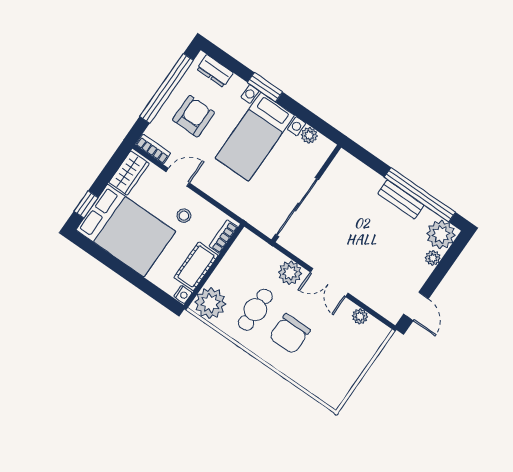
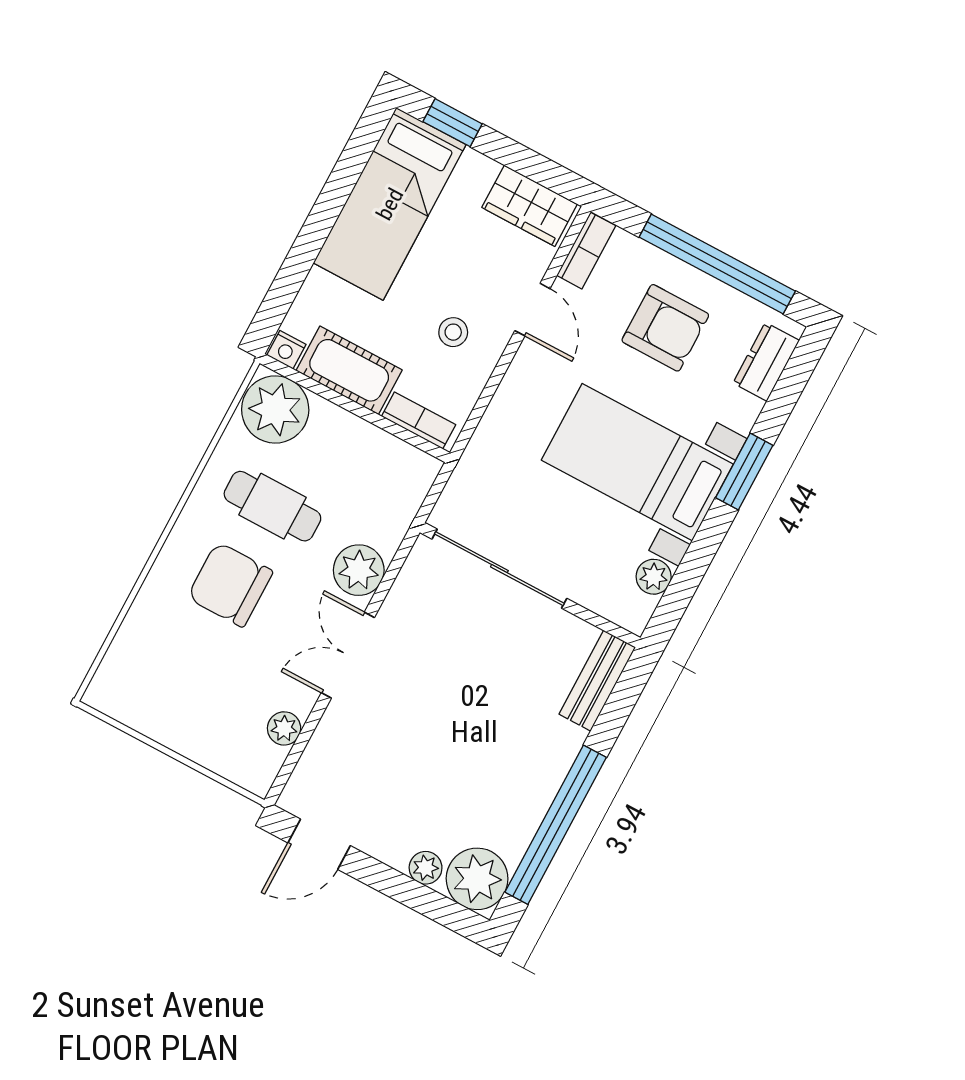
bench: (401, 199) -> (597, 681), moved
bed: (126, 231) -> (390, 204), width x0.67

